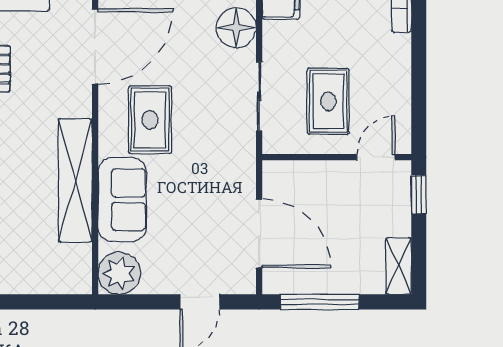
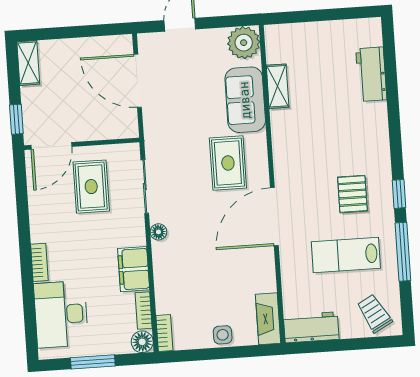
floor lamp: (236, 28) -> (158, 232), width x0.53, depth x0.53
door: (376, 157) -> (51, 146), width x1.38
shelving: (75, 180) -> (278, 86), width x0.45, depth x0.75
window: (320, 302) -> (87, 31), removed

